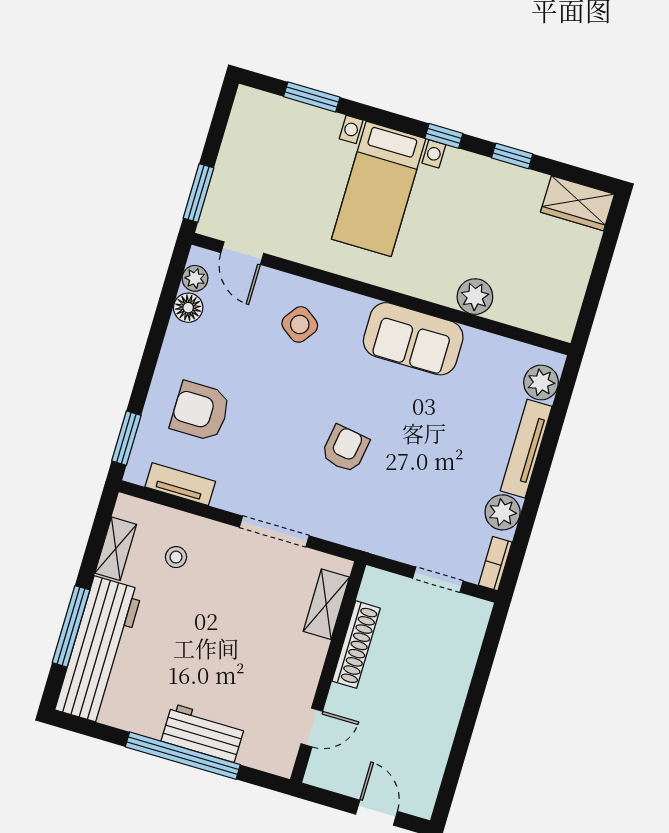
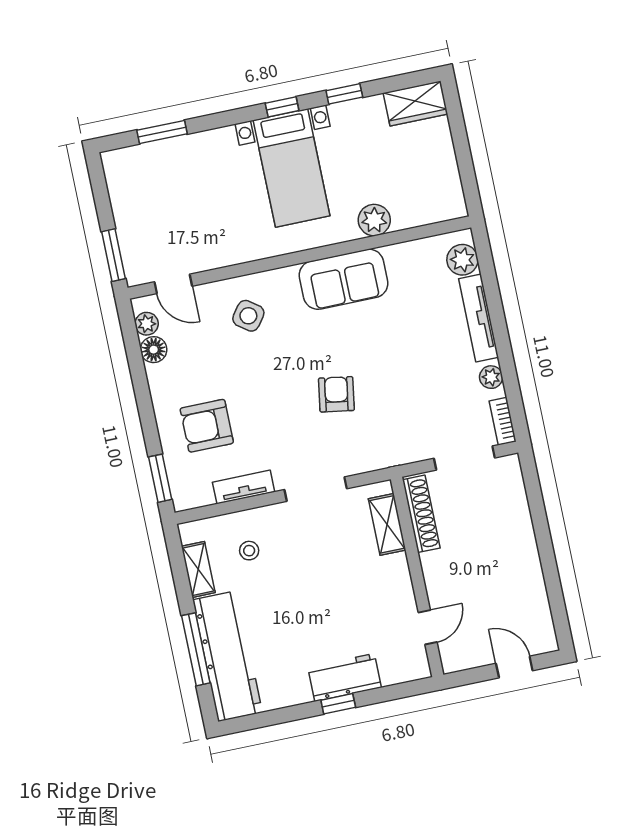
bed with nightstands: (379, 189) -> (292, 168), moved
tv unit: (180, 484) -> (244, 487), moved
plant: (503, 512) -> (491, 377), width x0.73, depth x0.73
doorway: (438, 580) -> (464, 458), width x1.38
shoe rack: (356, 645) -> (421, 514), moved
window: (183, 756) -> (338, 704), width x0.32

